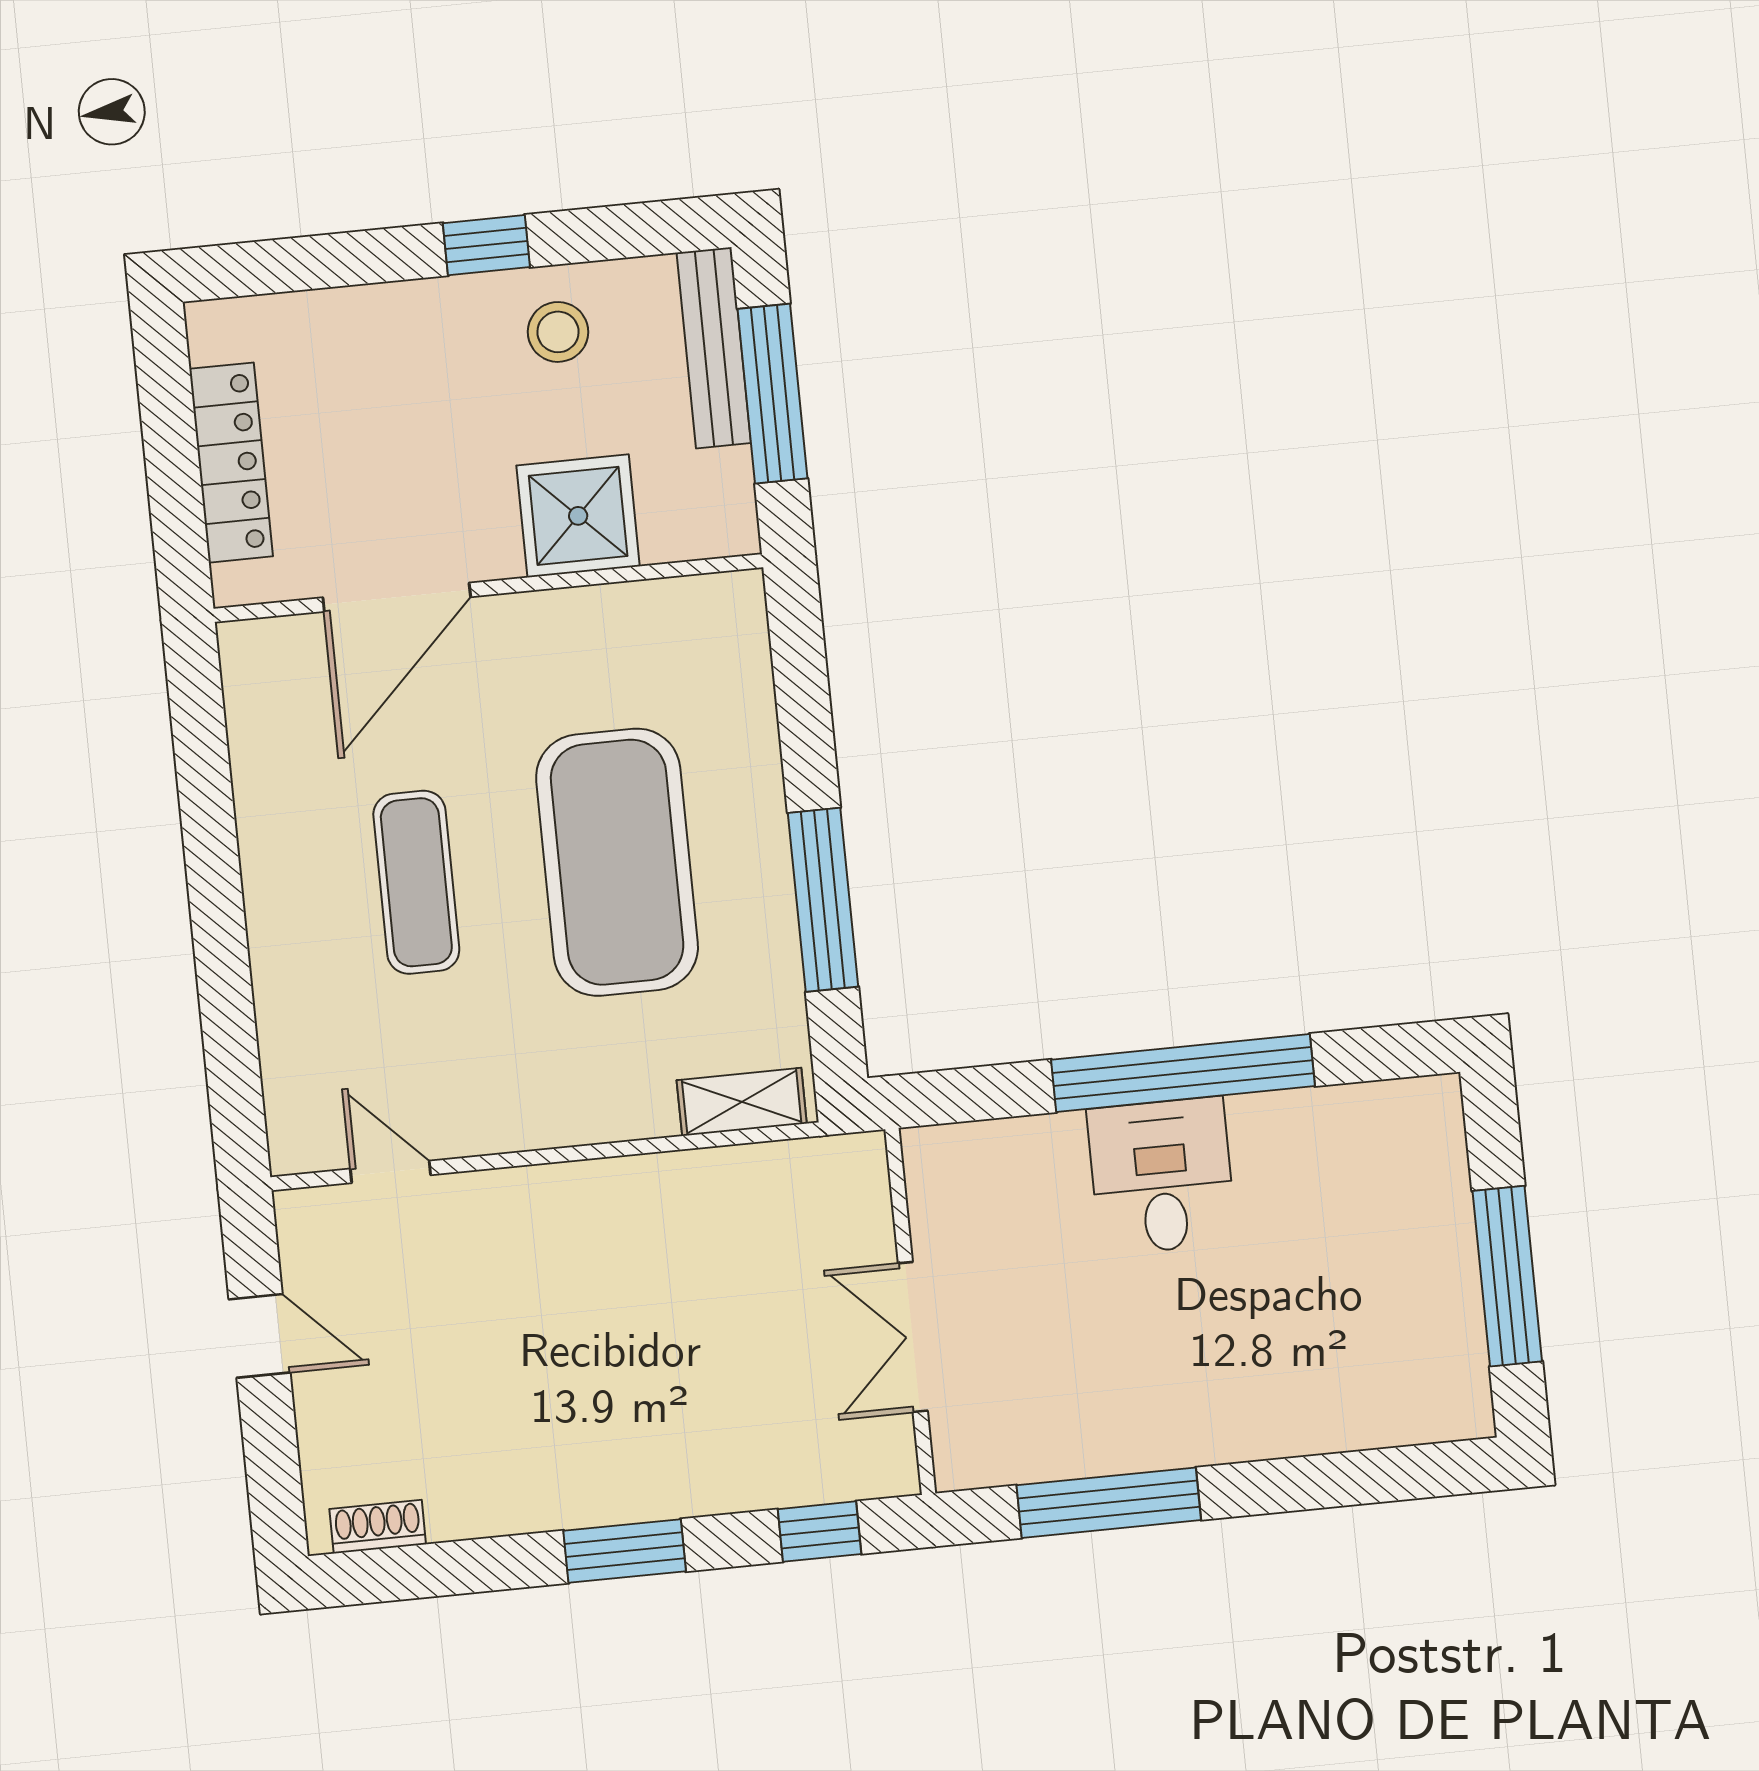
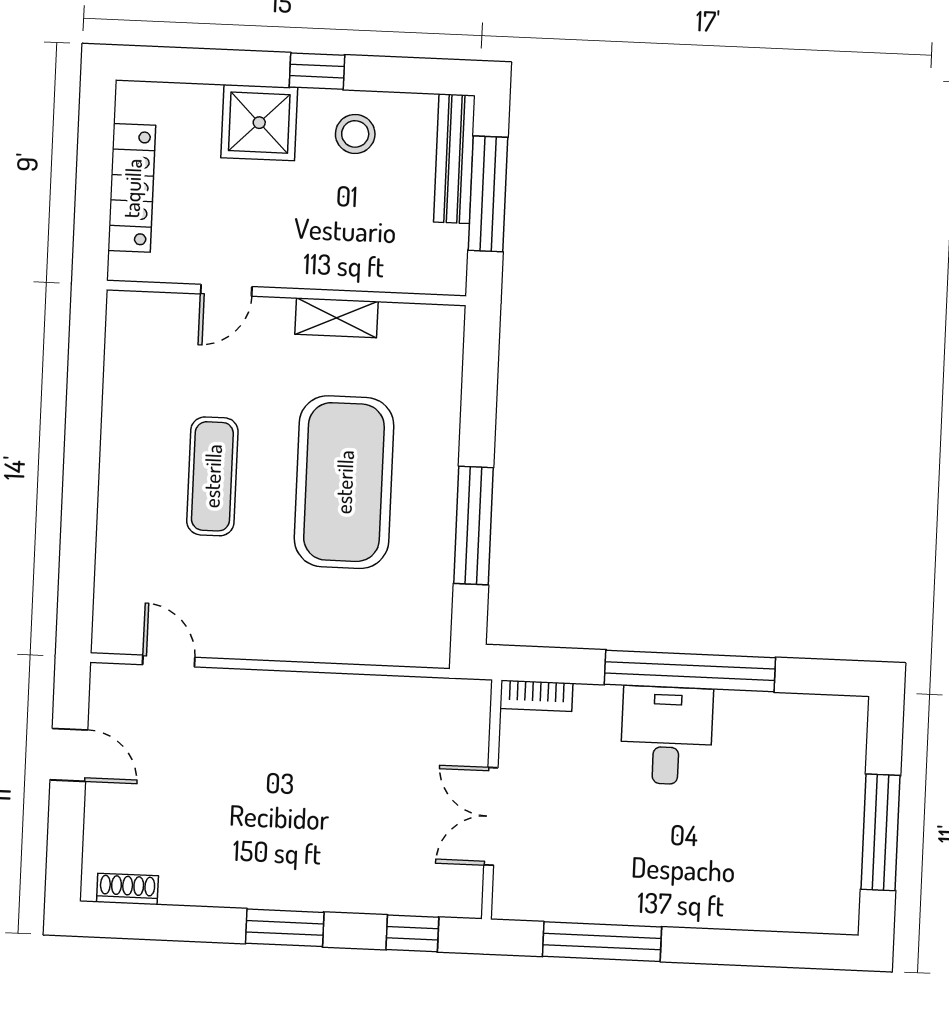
shower: (578, 516) -> (259, 123), moved
door: (397, 597) -> (226, 290), width x0.53
shelving: (742, 1102) -> (336, 318), moved
bookcase: (956, 1144) -> (536, 696), added

